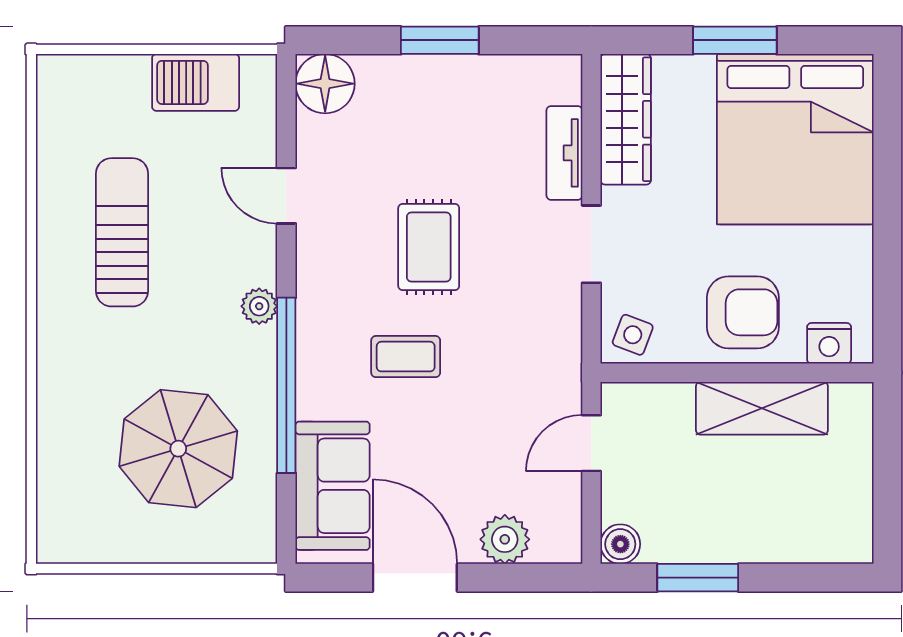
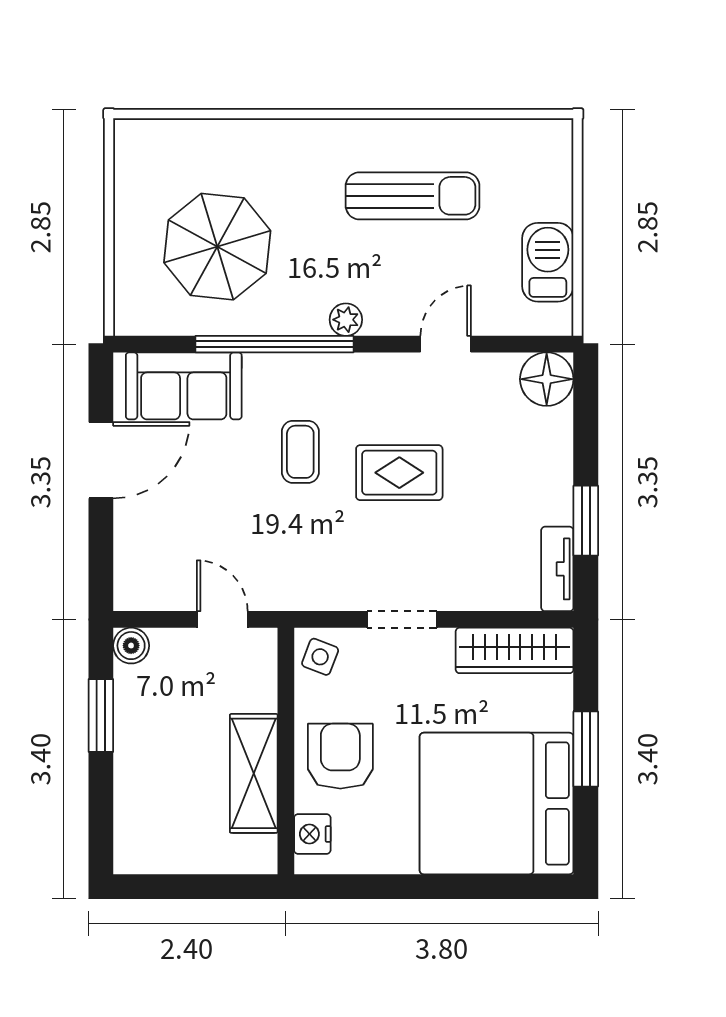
window: (440, 40) -> (586, 521), moved
tv unit: (564, 153) -> (557, 569), moved, turned -90
armchair: (743, 312) -> (340, 756), turned 180
plant: (505, 539) -> (135, 541), removed

